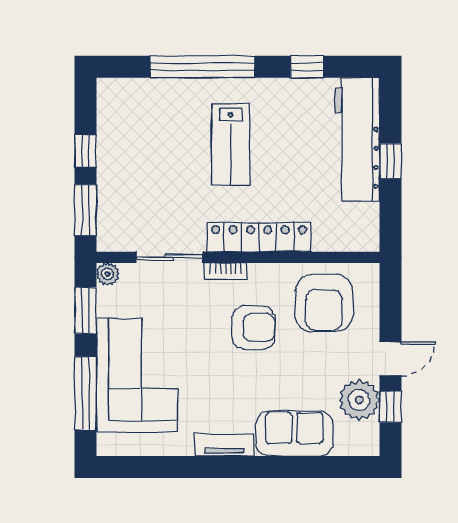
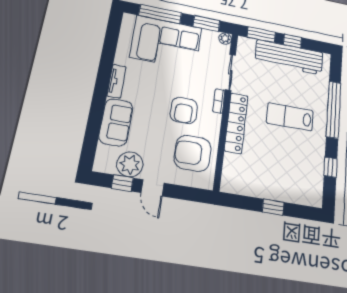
workbench: (357, 139) -> (289, 57), moved, turned 180

